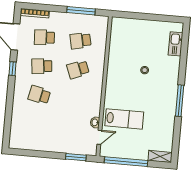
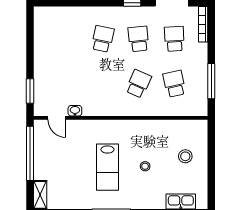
stool: (140, 37) -> (185, 156), added
school desk: (78, 69) -> (139, 84), turned 45
lab bench: (124, 119) -> (107, 167), moved

